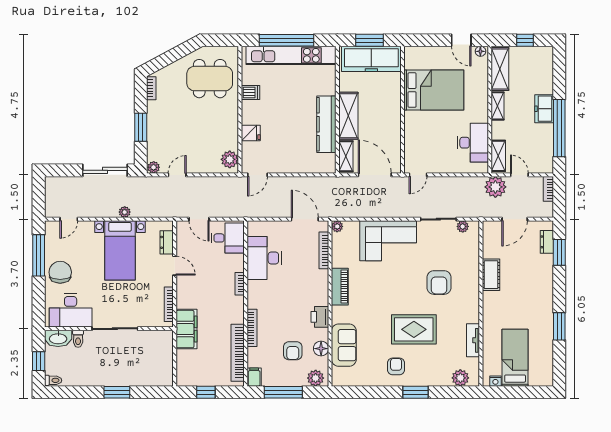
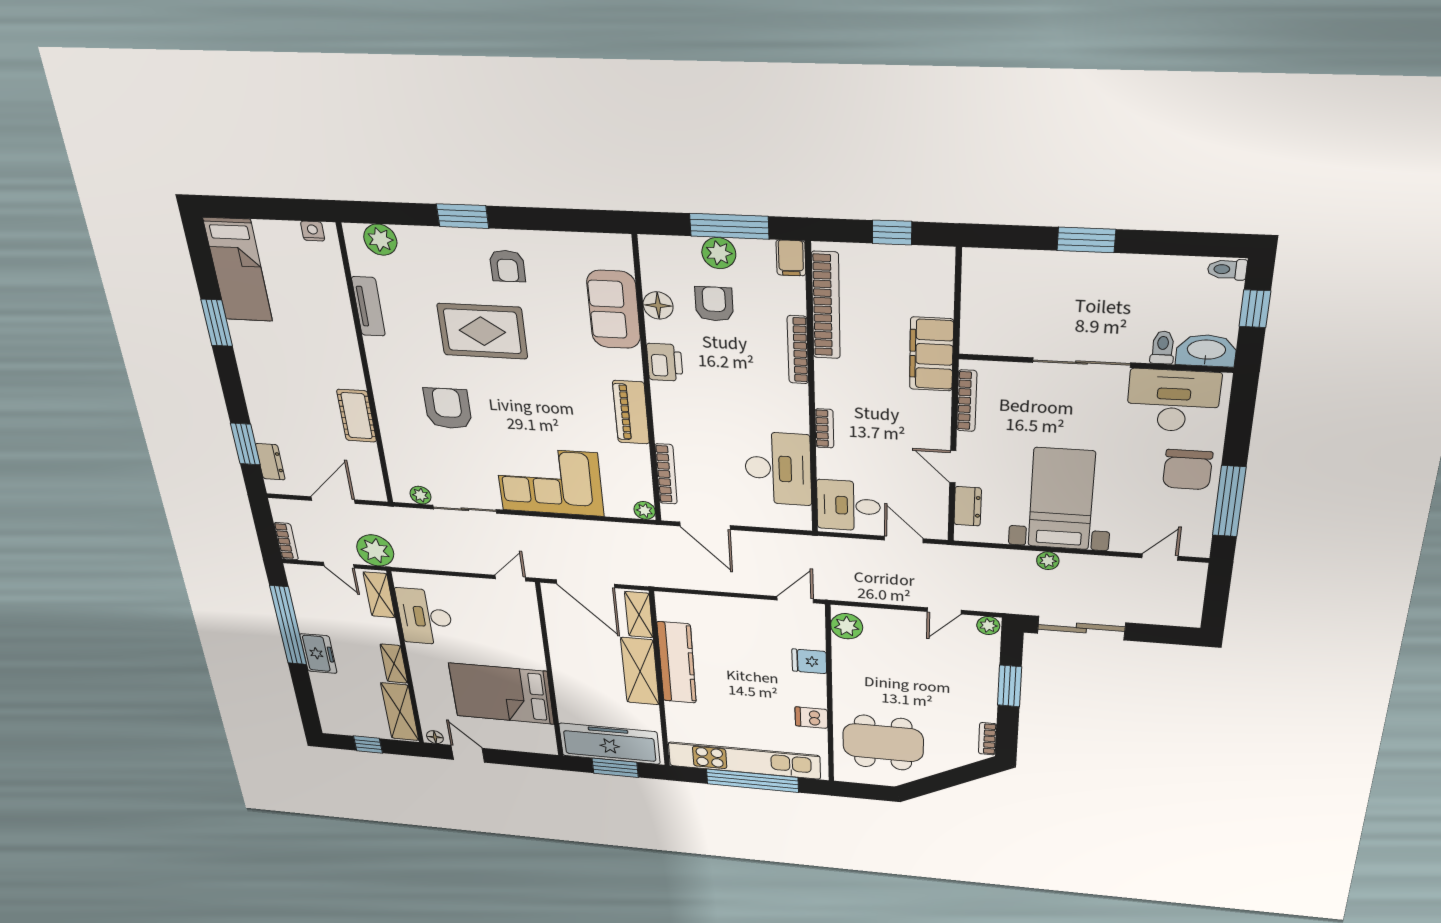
bed: (515, 358) -> (238, 270), moved
plant: (316, 378) -> (719, 253), moved

